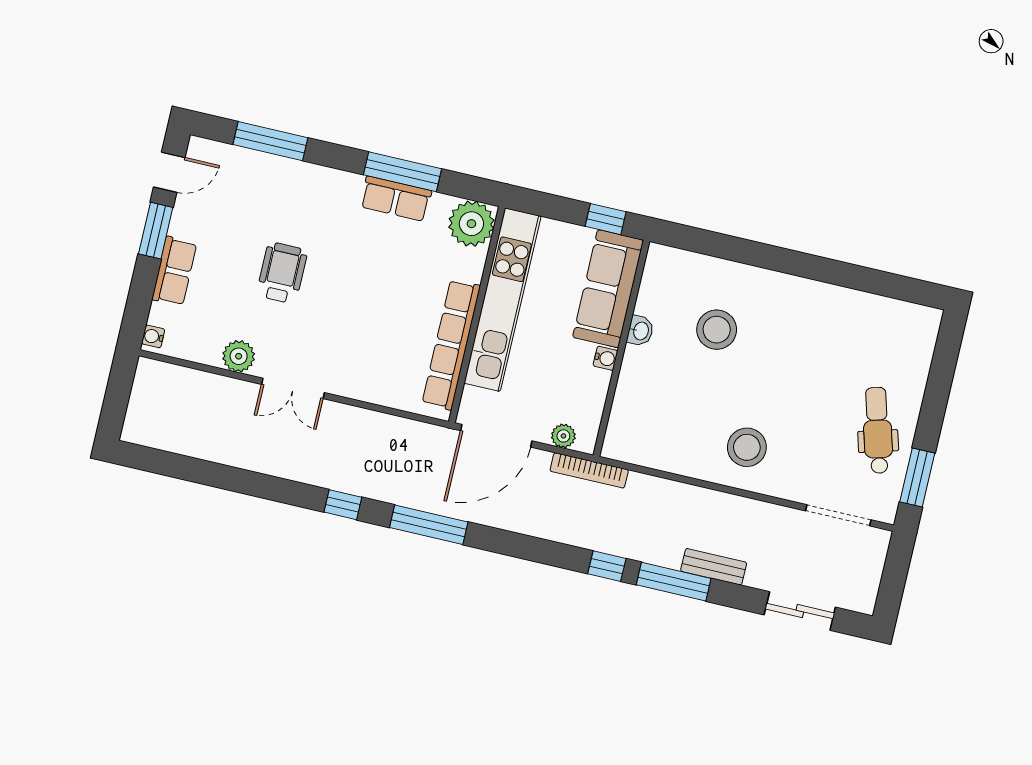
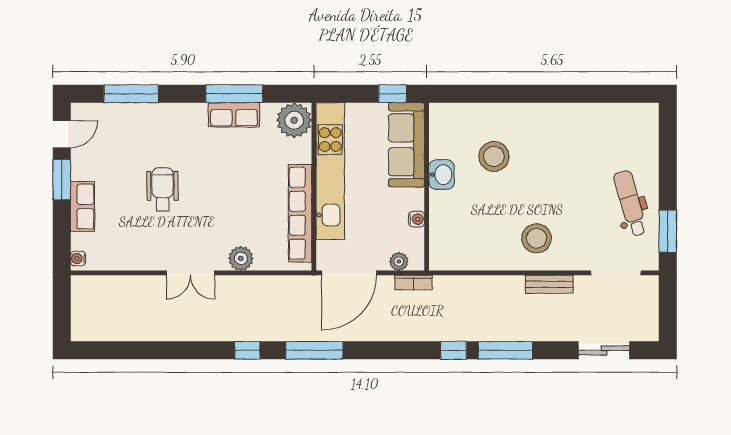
washbasin: (640, 331) -> (442, 175), width x1.38, depth x1.45
plant: (239, 356) -> (241, 258), moved
water cooler: (605, 358) -> (417, 219), moved
bookcase: (589, 470) -> (413, 283), width x0.64
bench: (714, 567) -> (549, 284), moved

